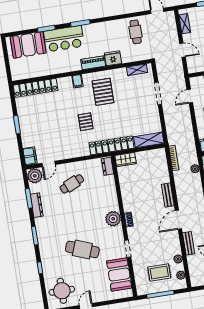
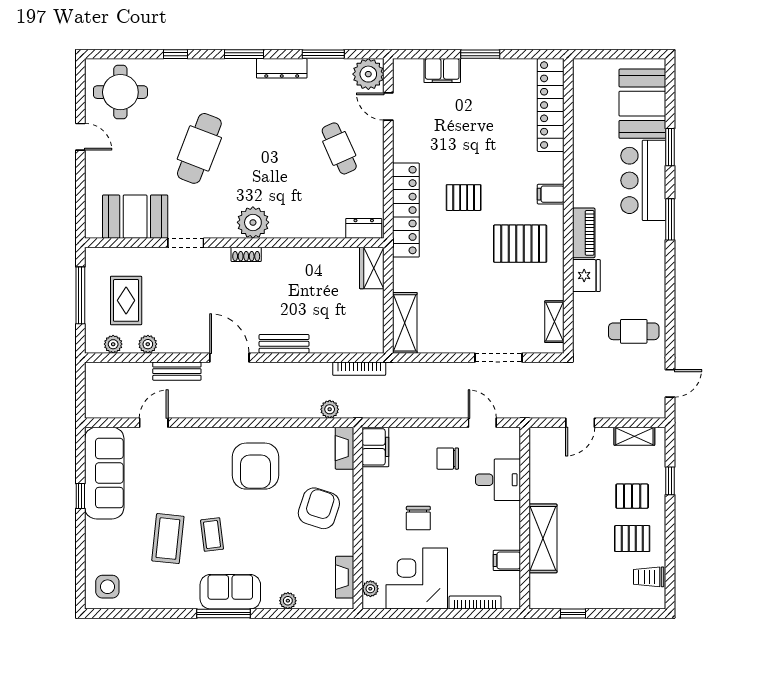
locker: (111, 145) -> (406, 210), moved
filing cabinet: (30, 156) -> (442, 71), moved
dresser: (37, 205) -> (282, 68), moved

